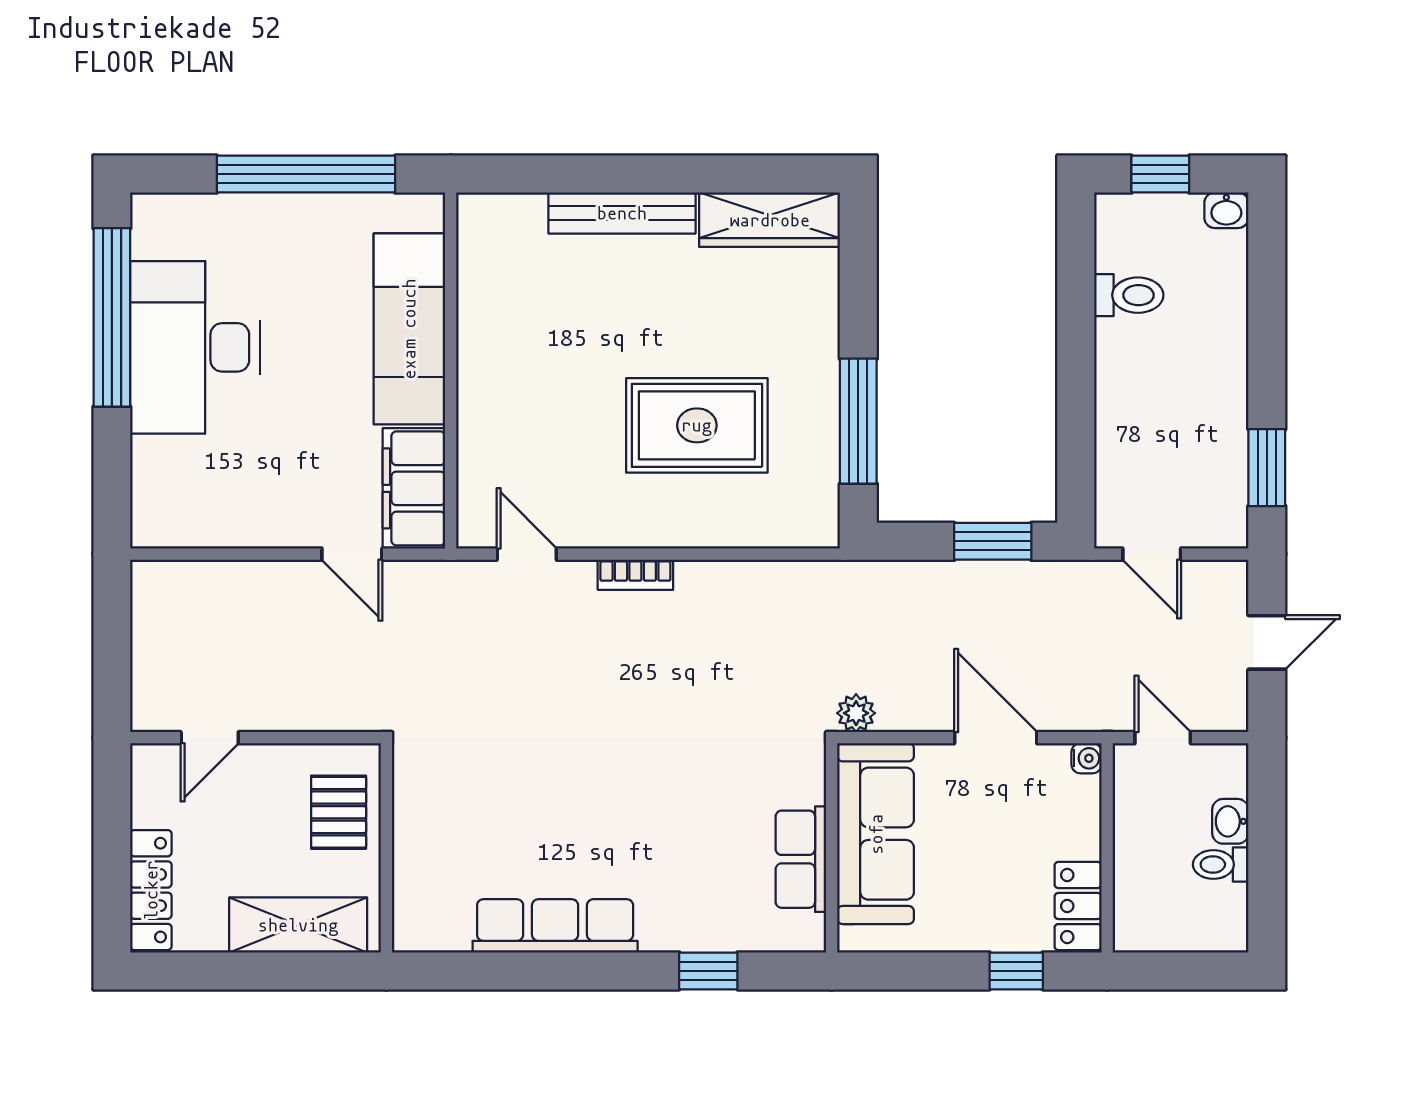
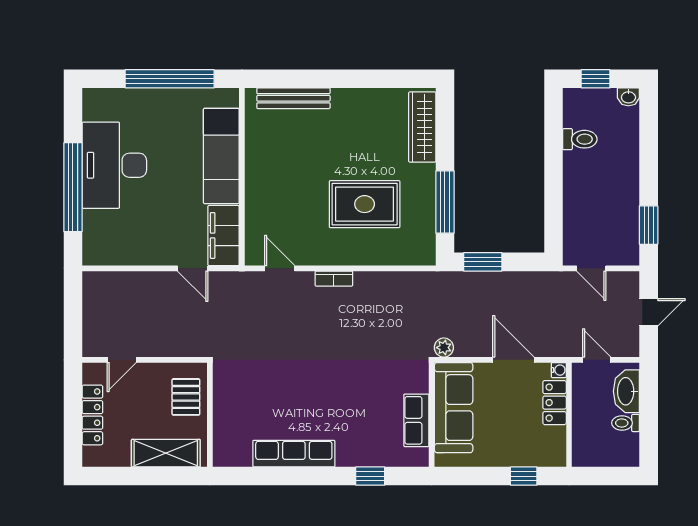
bench: (622, 213) -> (293, 98), moved
wardrobe: (770, 220) -> (422, 127), moved, turned 90
window: (112, 317) -> (73, 187), moved
window: (993, 541) -> (483, 262), moved
washbasin: (1230, 821) -> (626, 391), width x1.91, depth x1.45
locker: (151, 890) -> (92, 415), moved
locker: (1078, 906) -> (555, 403), moved

